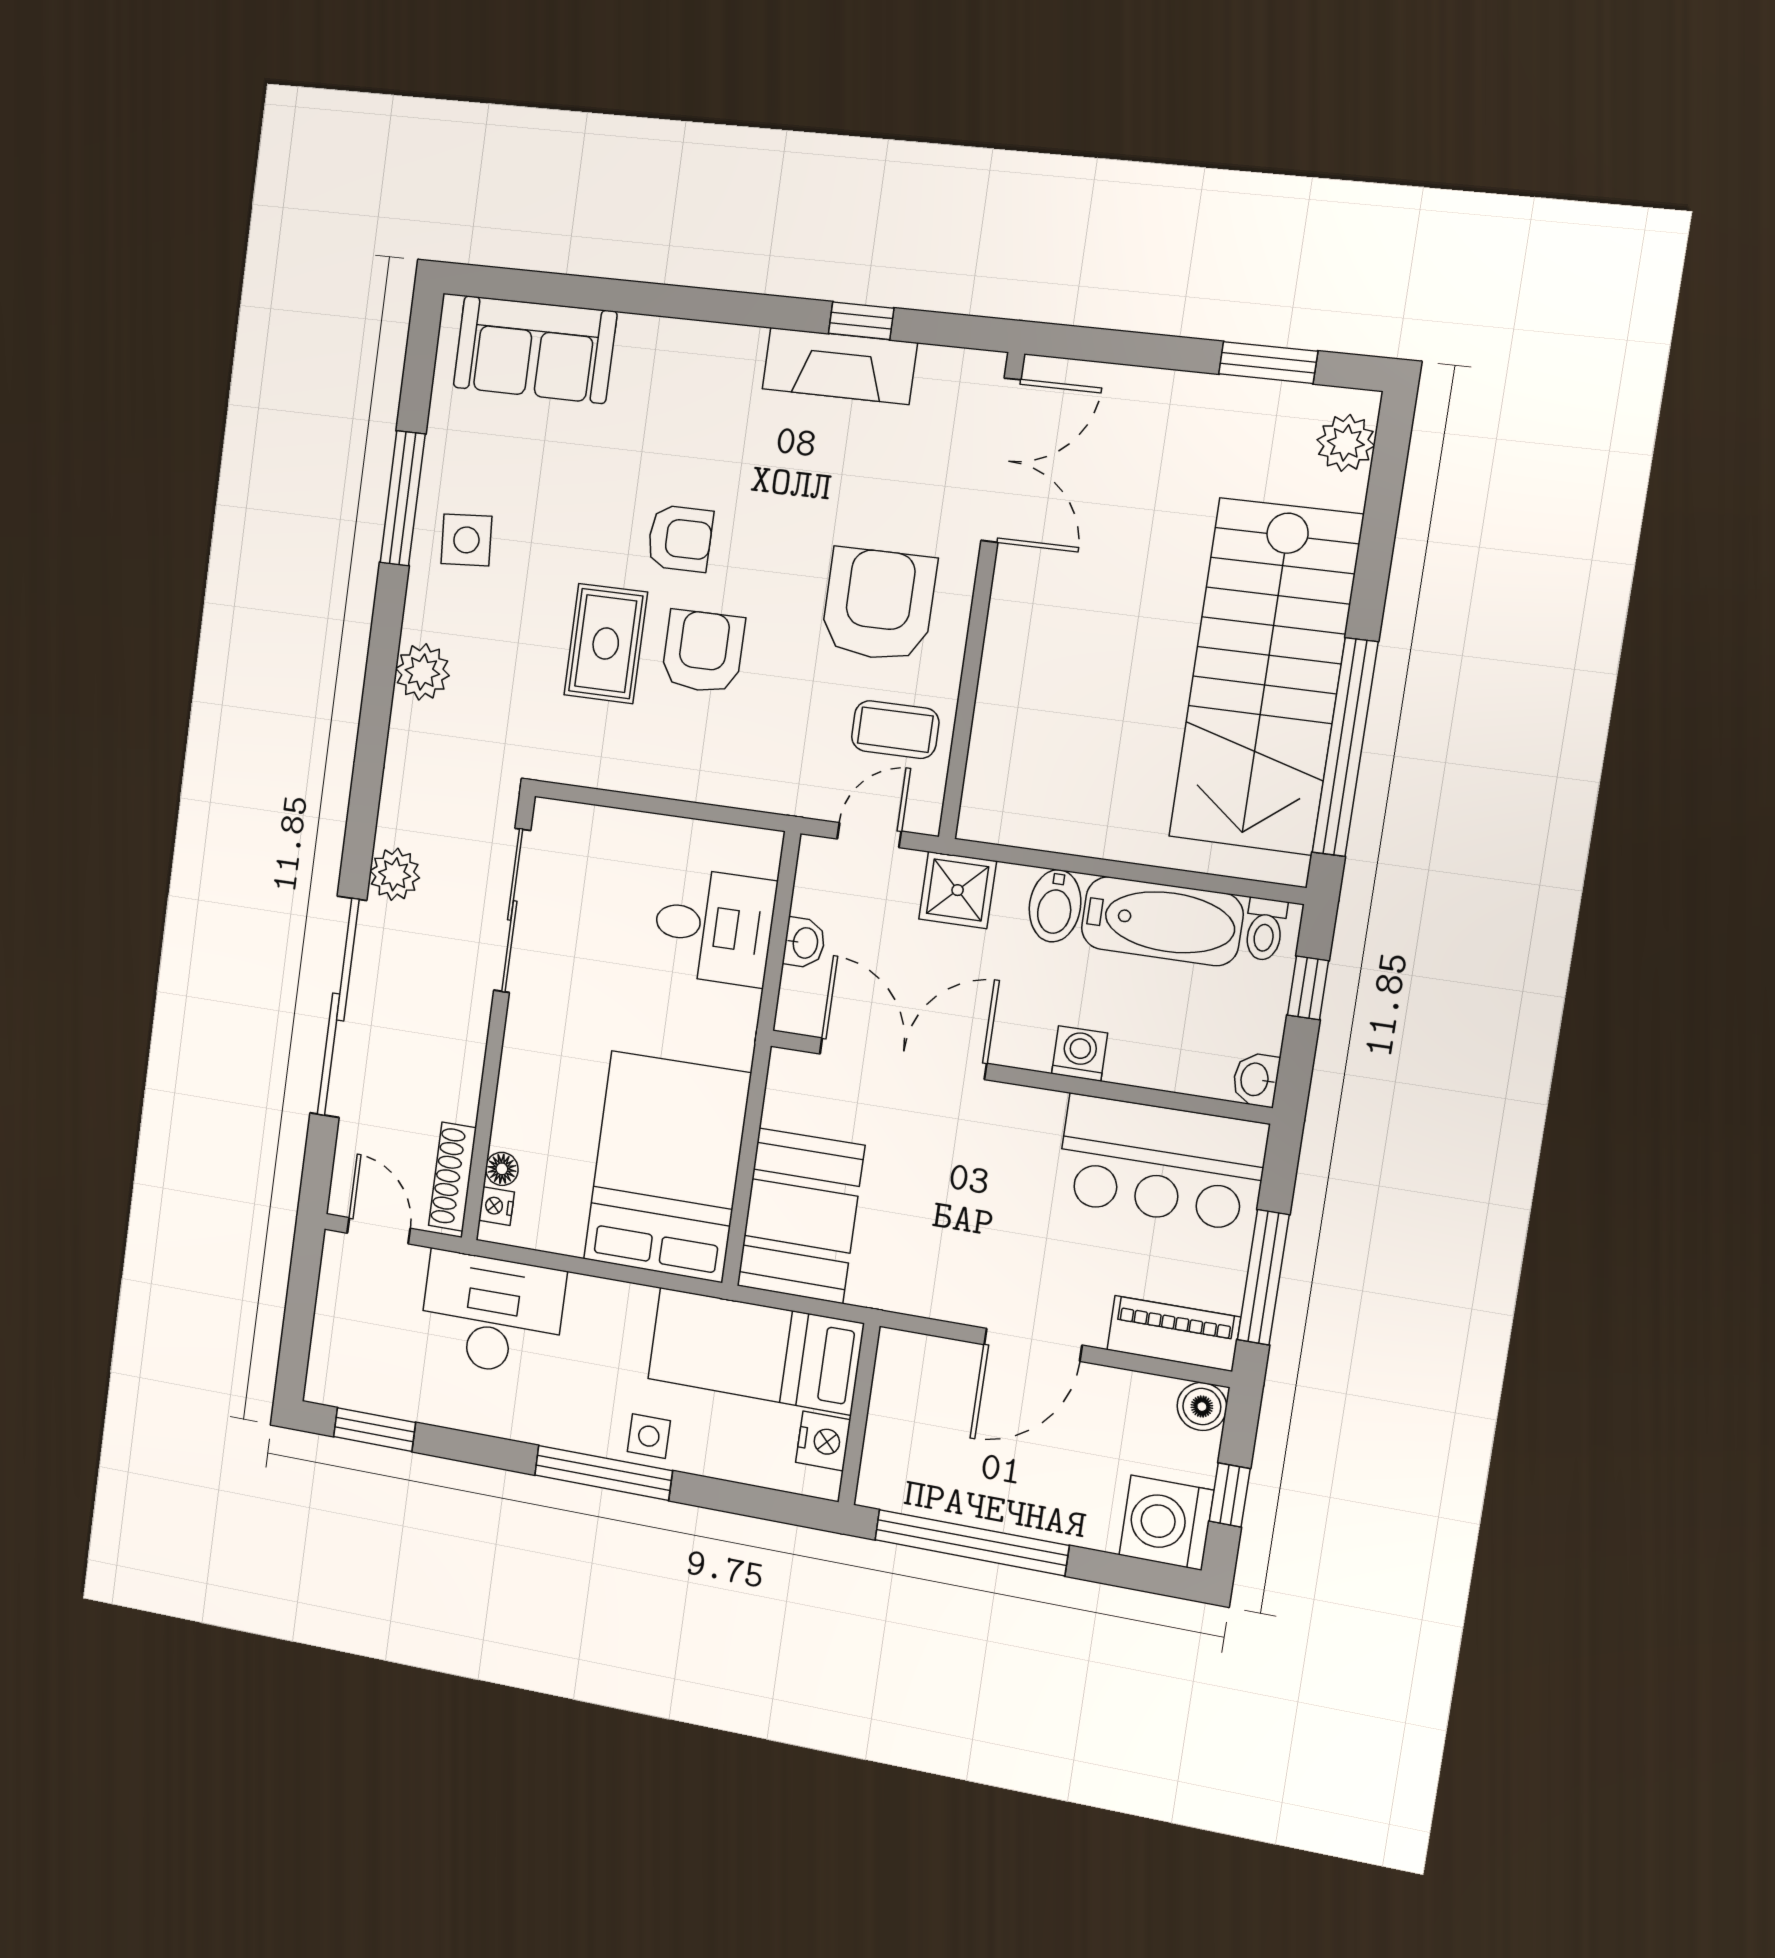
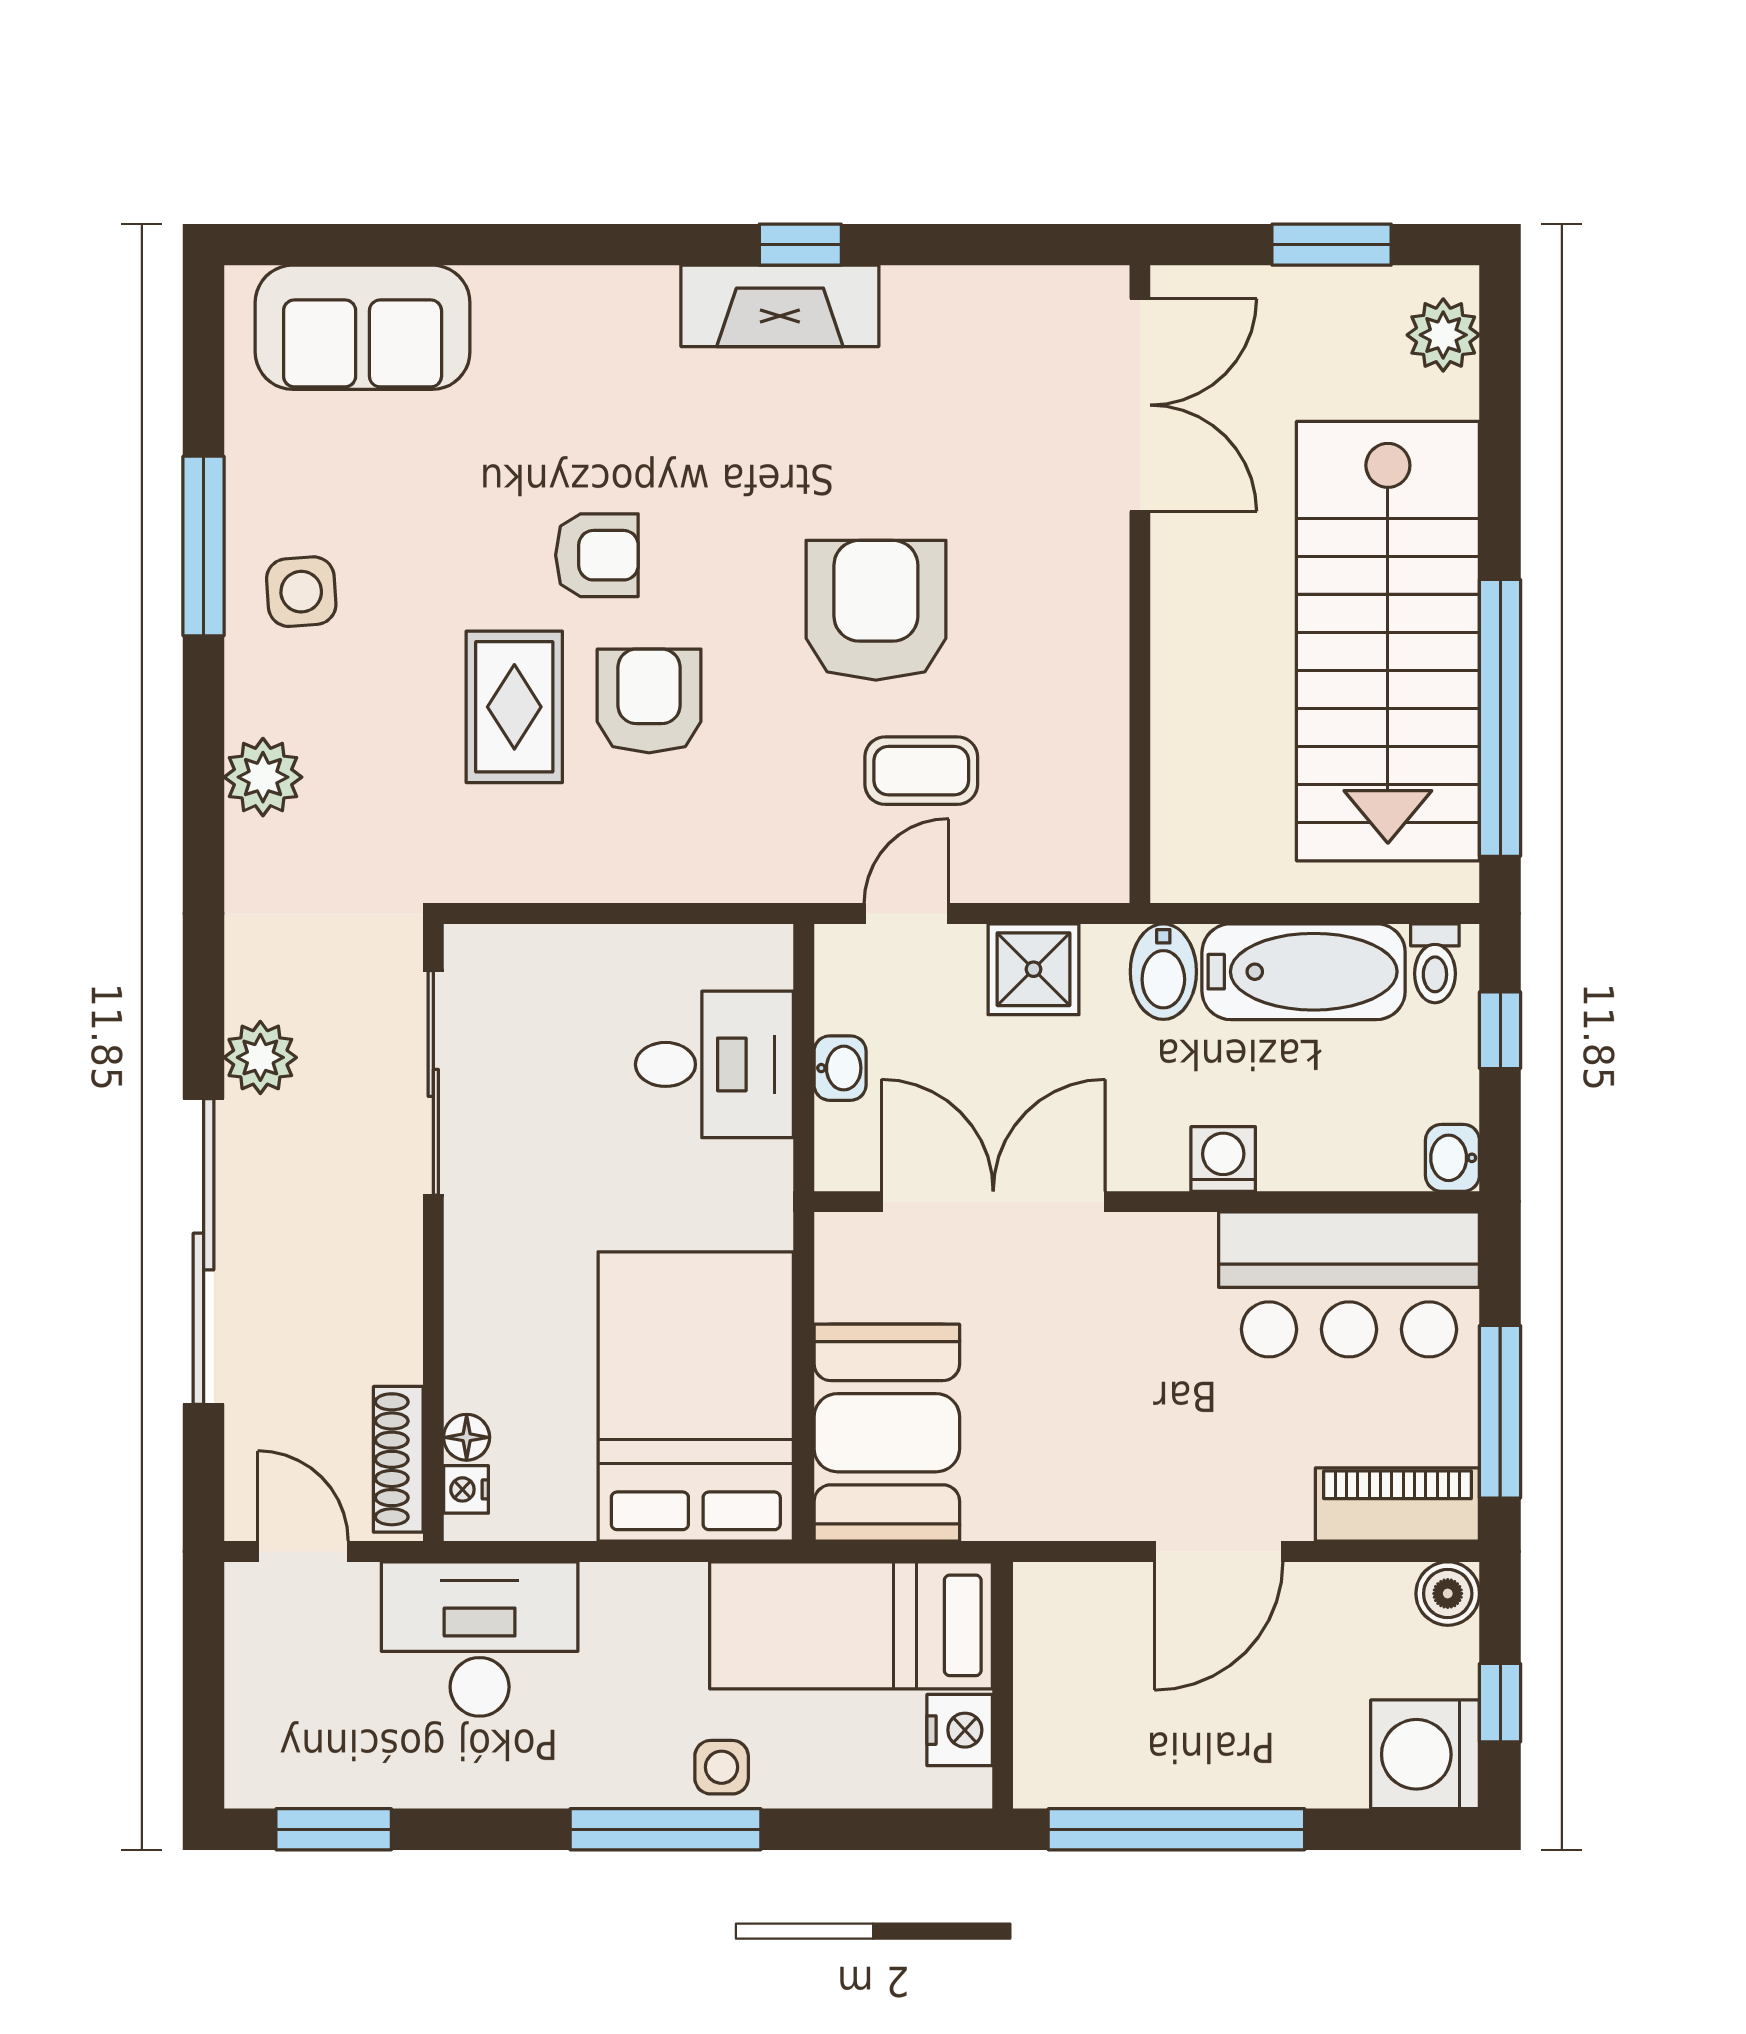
double door: (1001, 460) -> (1140, 405), moved
wall: (981, 597) -> (1140, 584), moved

